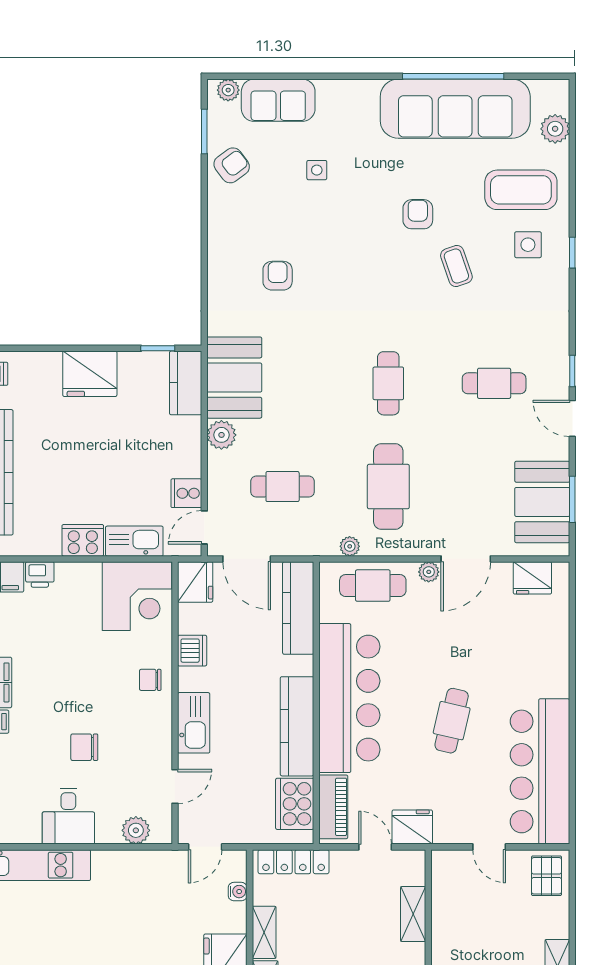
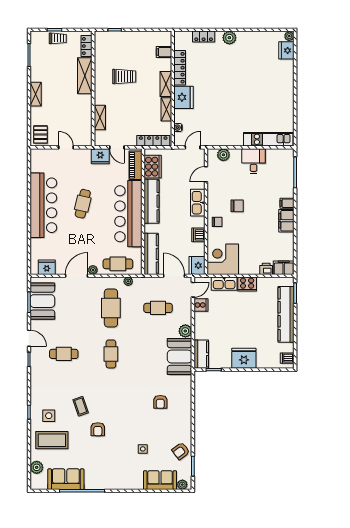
sofa: (455, 109) -> (66, 479), width x0.54, depth x0.79
chair: (84, 747) -> (237, 206), moved
bar counter: (540, 771) -> (43, 205), moved

